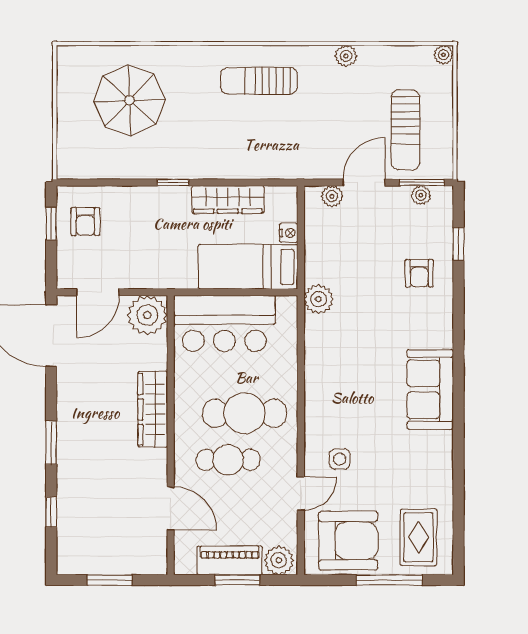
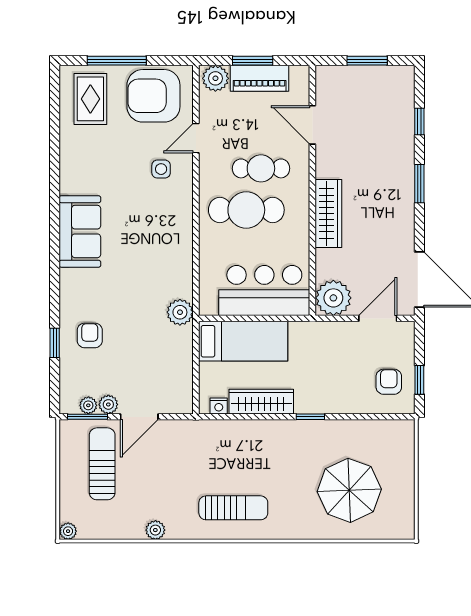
plant: (332, 196) -> (108, 404), moved
nightstand: (289, 233) -> (219, 406), moved, turned -90
window: (458, 244) -> (55, 343), moved

